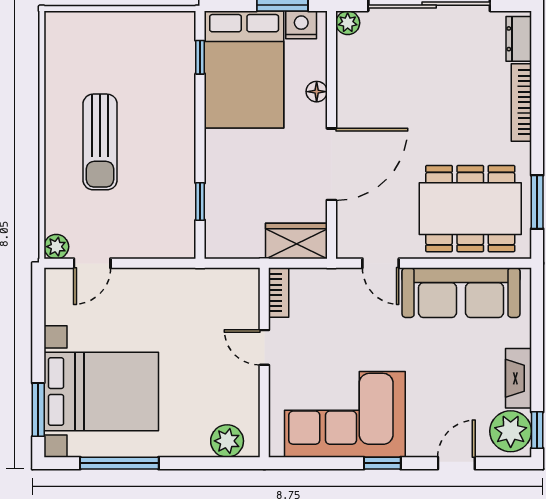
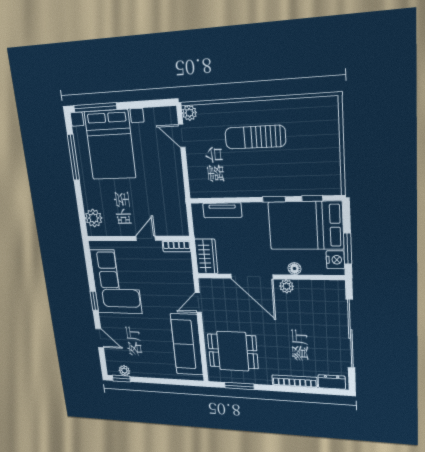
plant: (348, 23) -> (286, 286), moved
window: (200, 202) -> (274, 199), moved
tv unit: (217, 206) -> (222, 210), added
dining table: (470, 209) -> (233, 351), width x0.73
fireplace: (518, 378) -> (146, 371), removed
window: (38, 410) -> (95, 107), width x1.44
plant: (511, 431) -> (124, 371), width x0.53, depth x0.53

